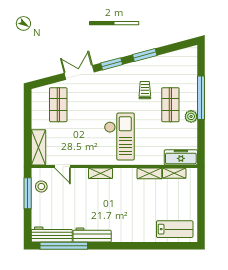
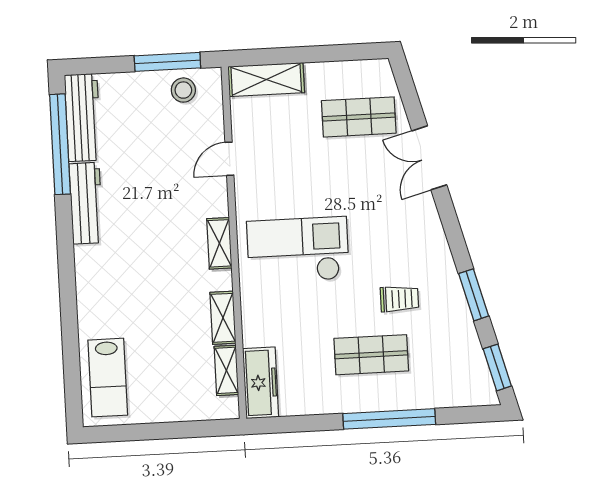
window: (112, 64) -> (497, 367), moved
double door: (79, 73) -> (429, 158), swing flipped
plant: (191, 116) -> (349, 400), removed
checkout: (119, 137) -> (298, 250), turned 180
door: (62, 166) -> (229, 159), moved
shelving: (100, 173) -> (219, 243), moved

